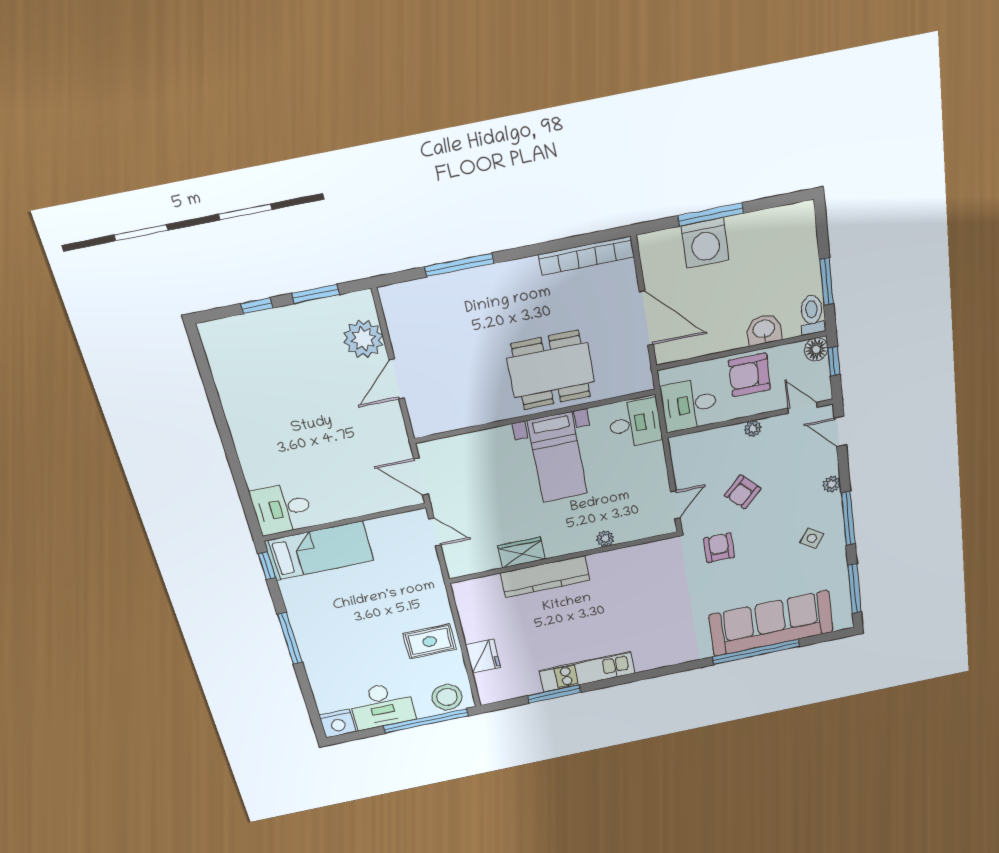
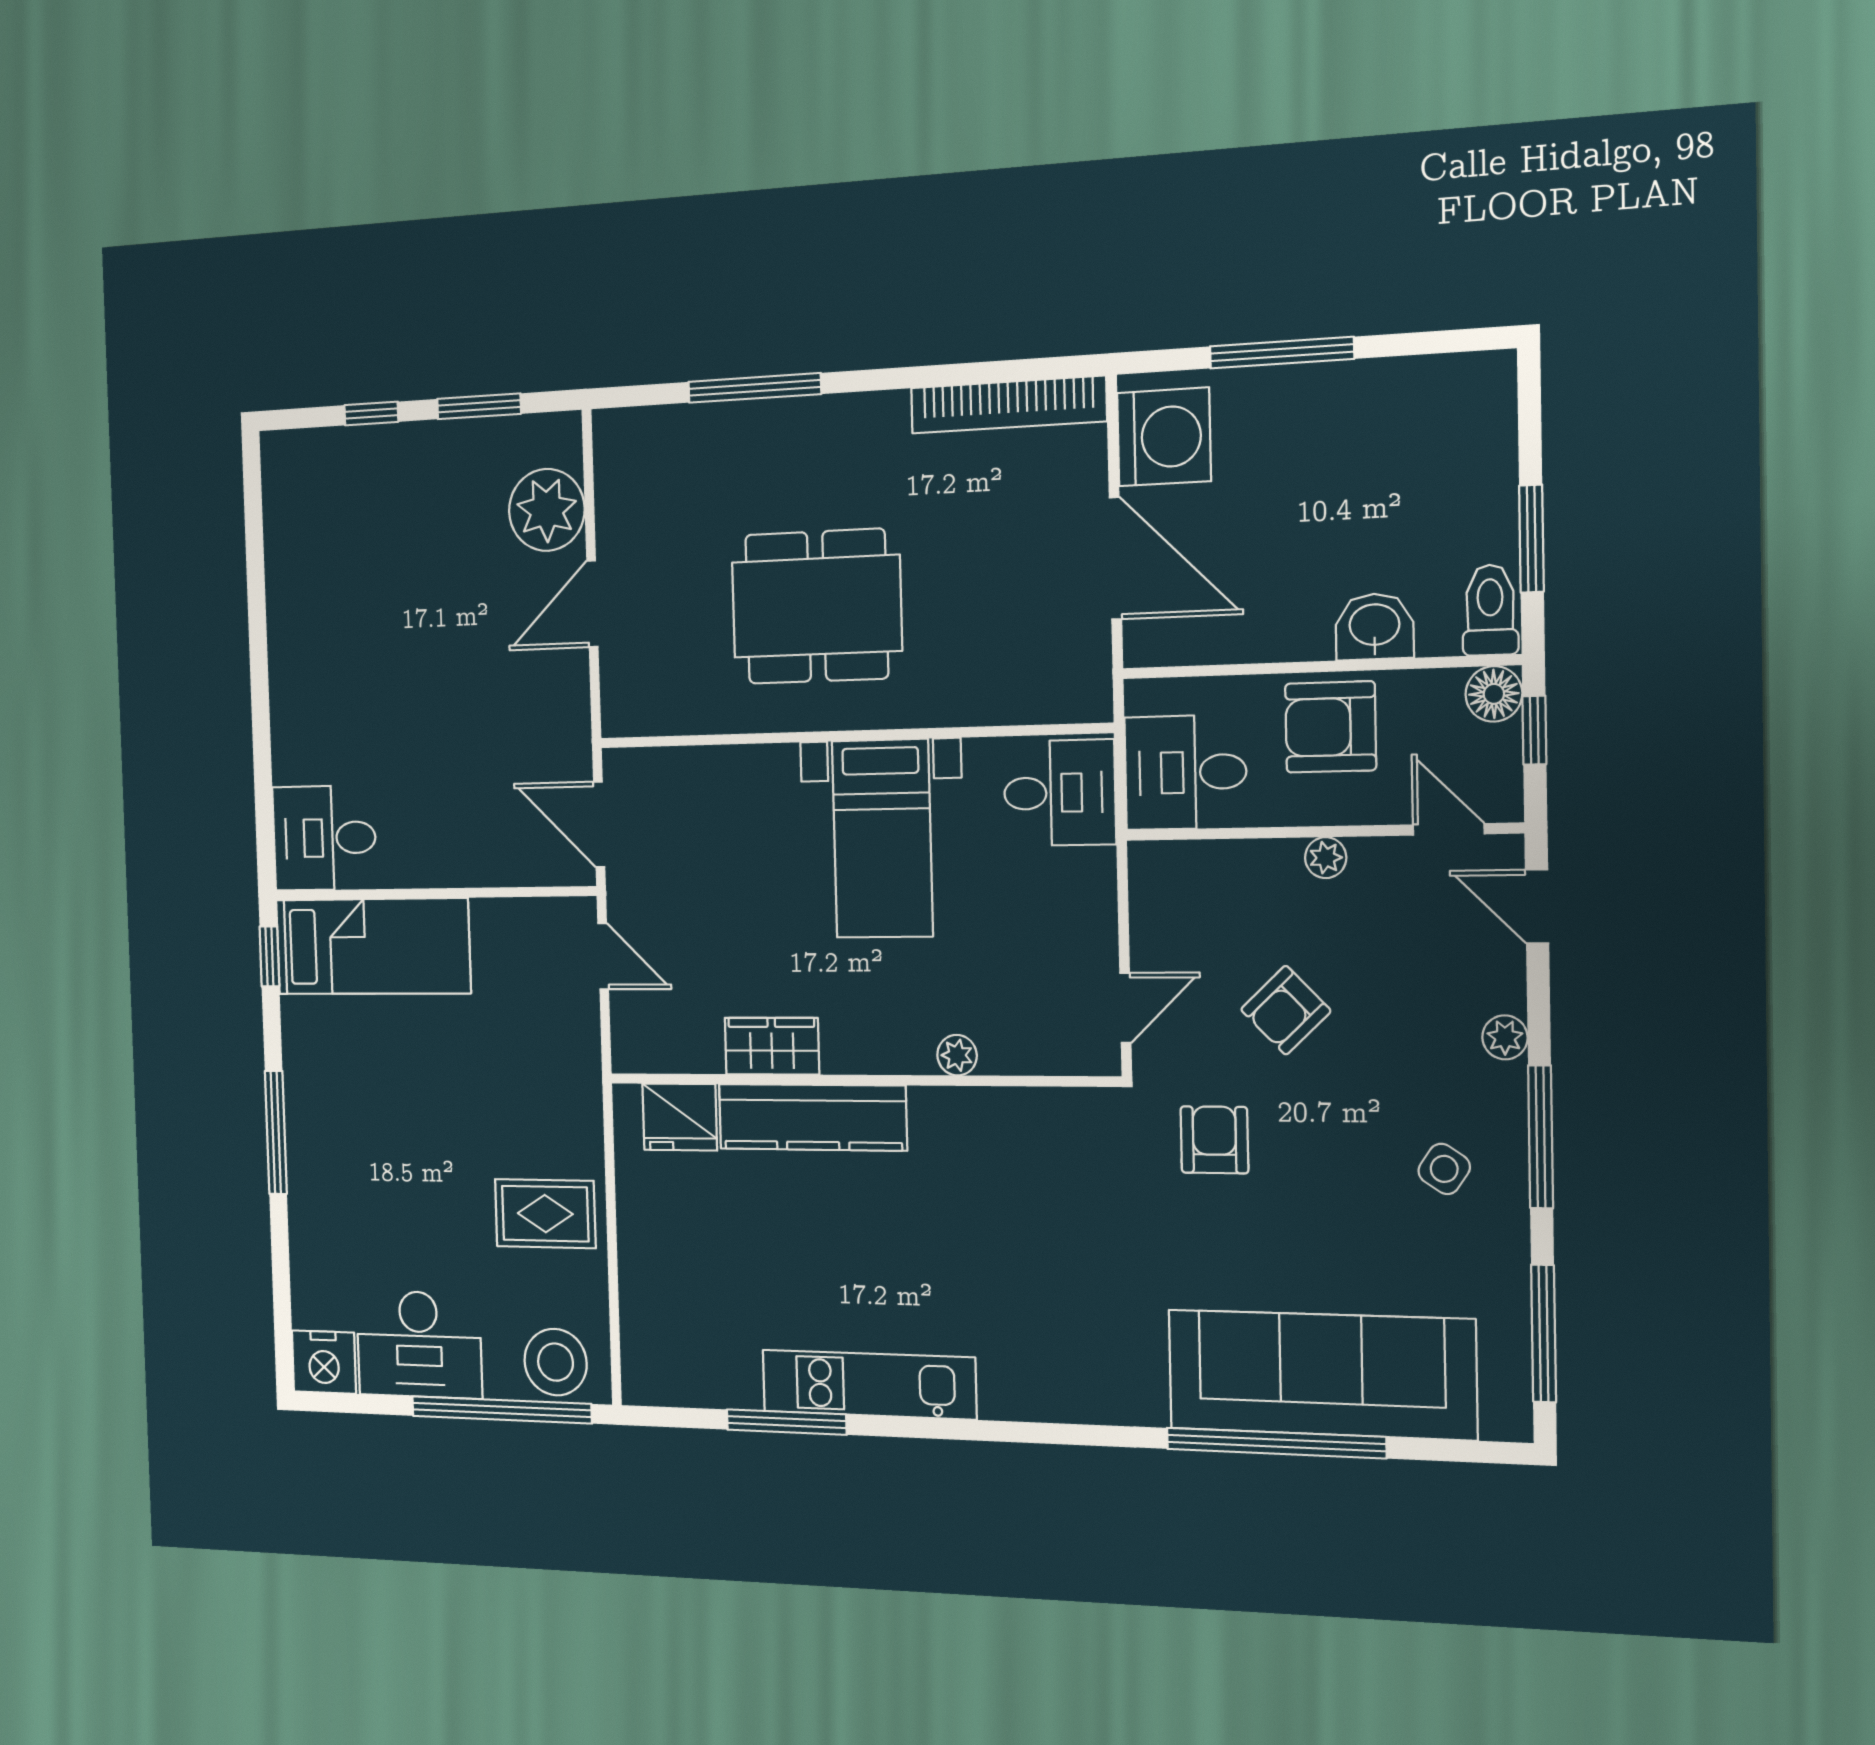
washing machine: (705, 243) -> (1164, 437), moved, turned -90
dining table: (551, 370) -> (817, 606), moved
fridge: (483, 656) -> (680, 1117), moved, turned 90

